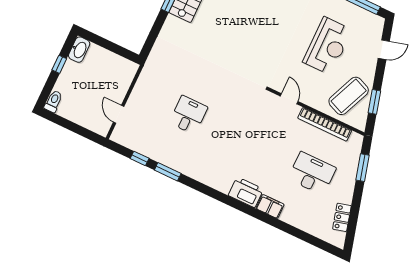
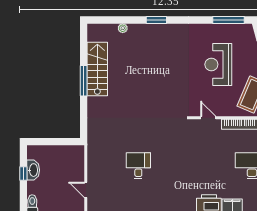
reception desk: (327, 46) -> (218, 64), turned 180
washbasin: (79, 50) -> (33, 170), moved

